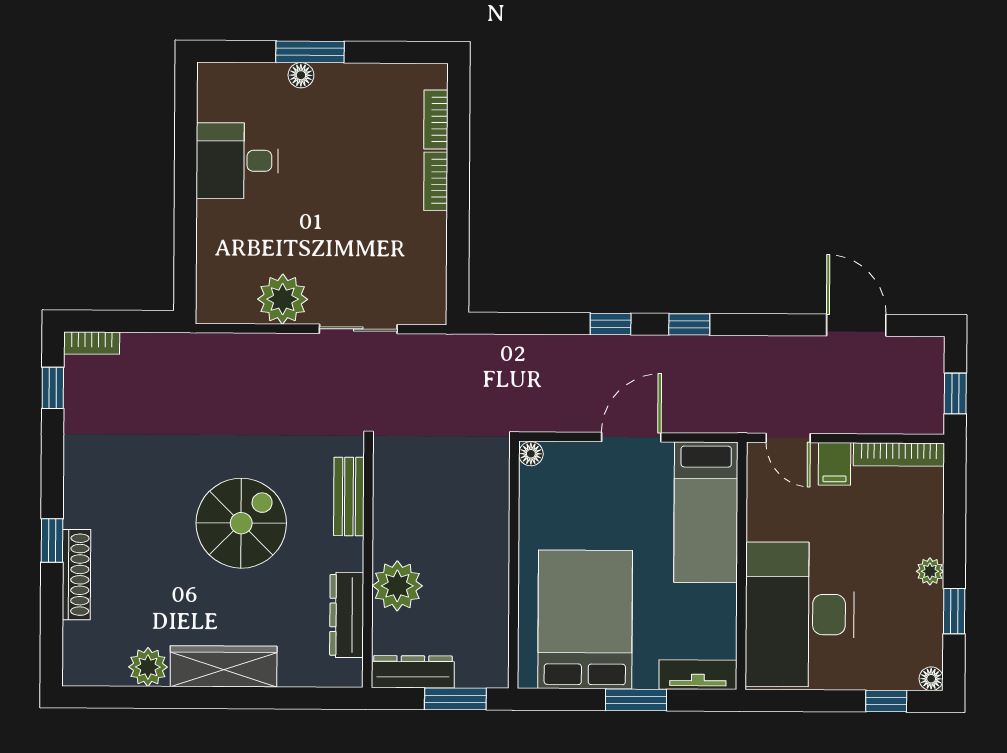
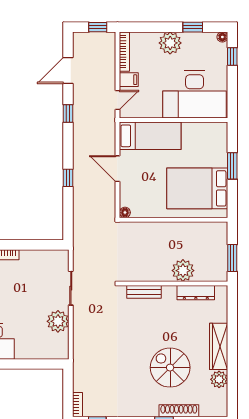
window: (689, 324) -> (68, 114), moved
spiral stairs: (241, 523) -> (170, 368), moved
plant: (930, 571) -> (170, 43), width x1.88, depth x1.88
dresser: (413, 672) -> (221, 264), removed
tv unit: (698, 675) -> (221, 139), removed
window: (455, 699) -> (232, 258), moved

